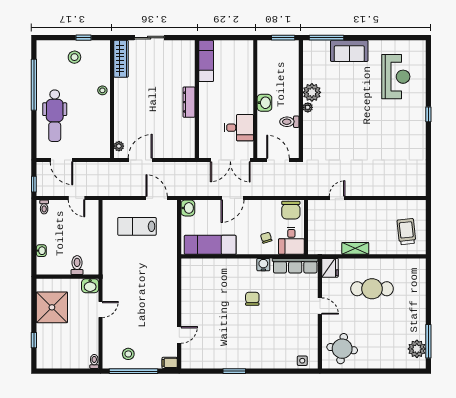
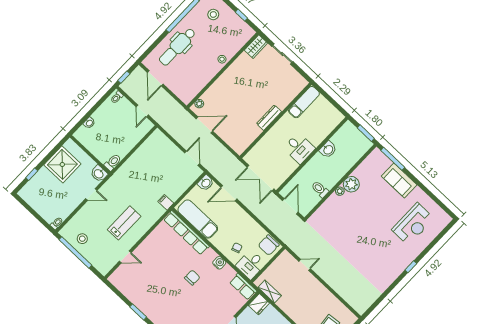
stool: (74, 57) -> (213, 14), moved
wardrobe: (121, 59) -> (256, 47), width x0.67
washbasin: (264, 103) -> (328, 150), moved
desk: (239, 128) -> (299, 148), moved
door: (233, 198) -> (229, 193), moved
lab bench: (137, 226) -> (124, 223), moved, turned 90
shelving: (355, 248) -> (270, 292), moved
toilet: (77, 265) -> (113, 162), moved
row of seats: (212, 265) -> (186, 233), added
row of seats: (295, 266) -> (243, 287), width x0.68
filing cabinet: (170, 363) -> (166, 202), moved

